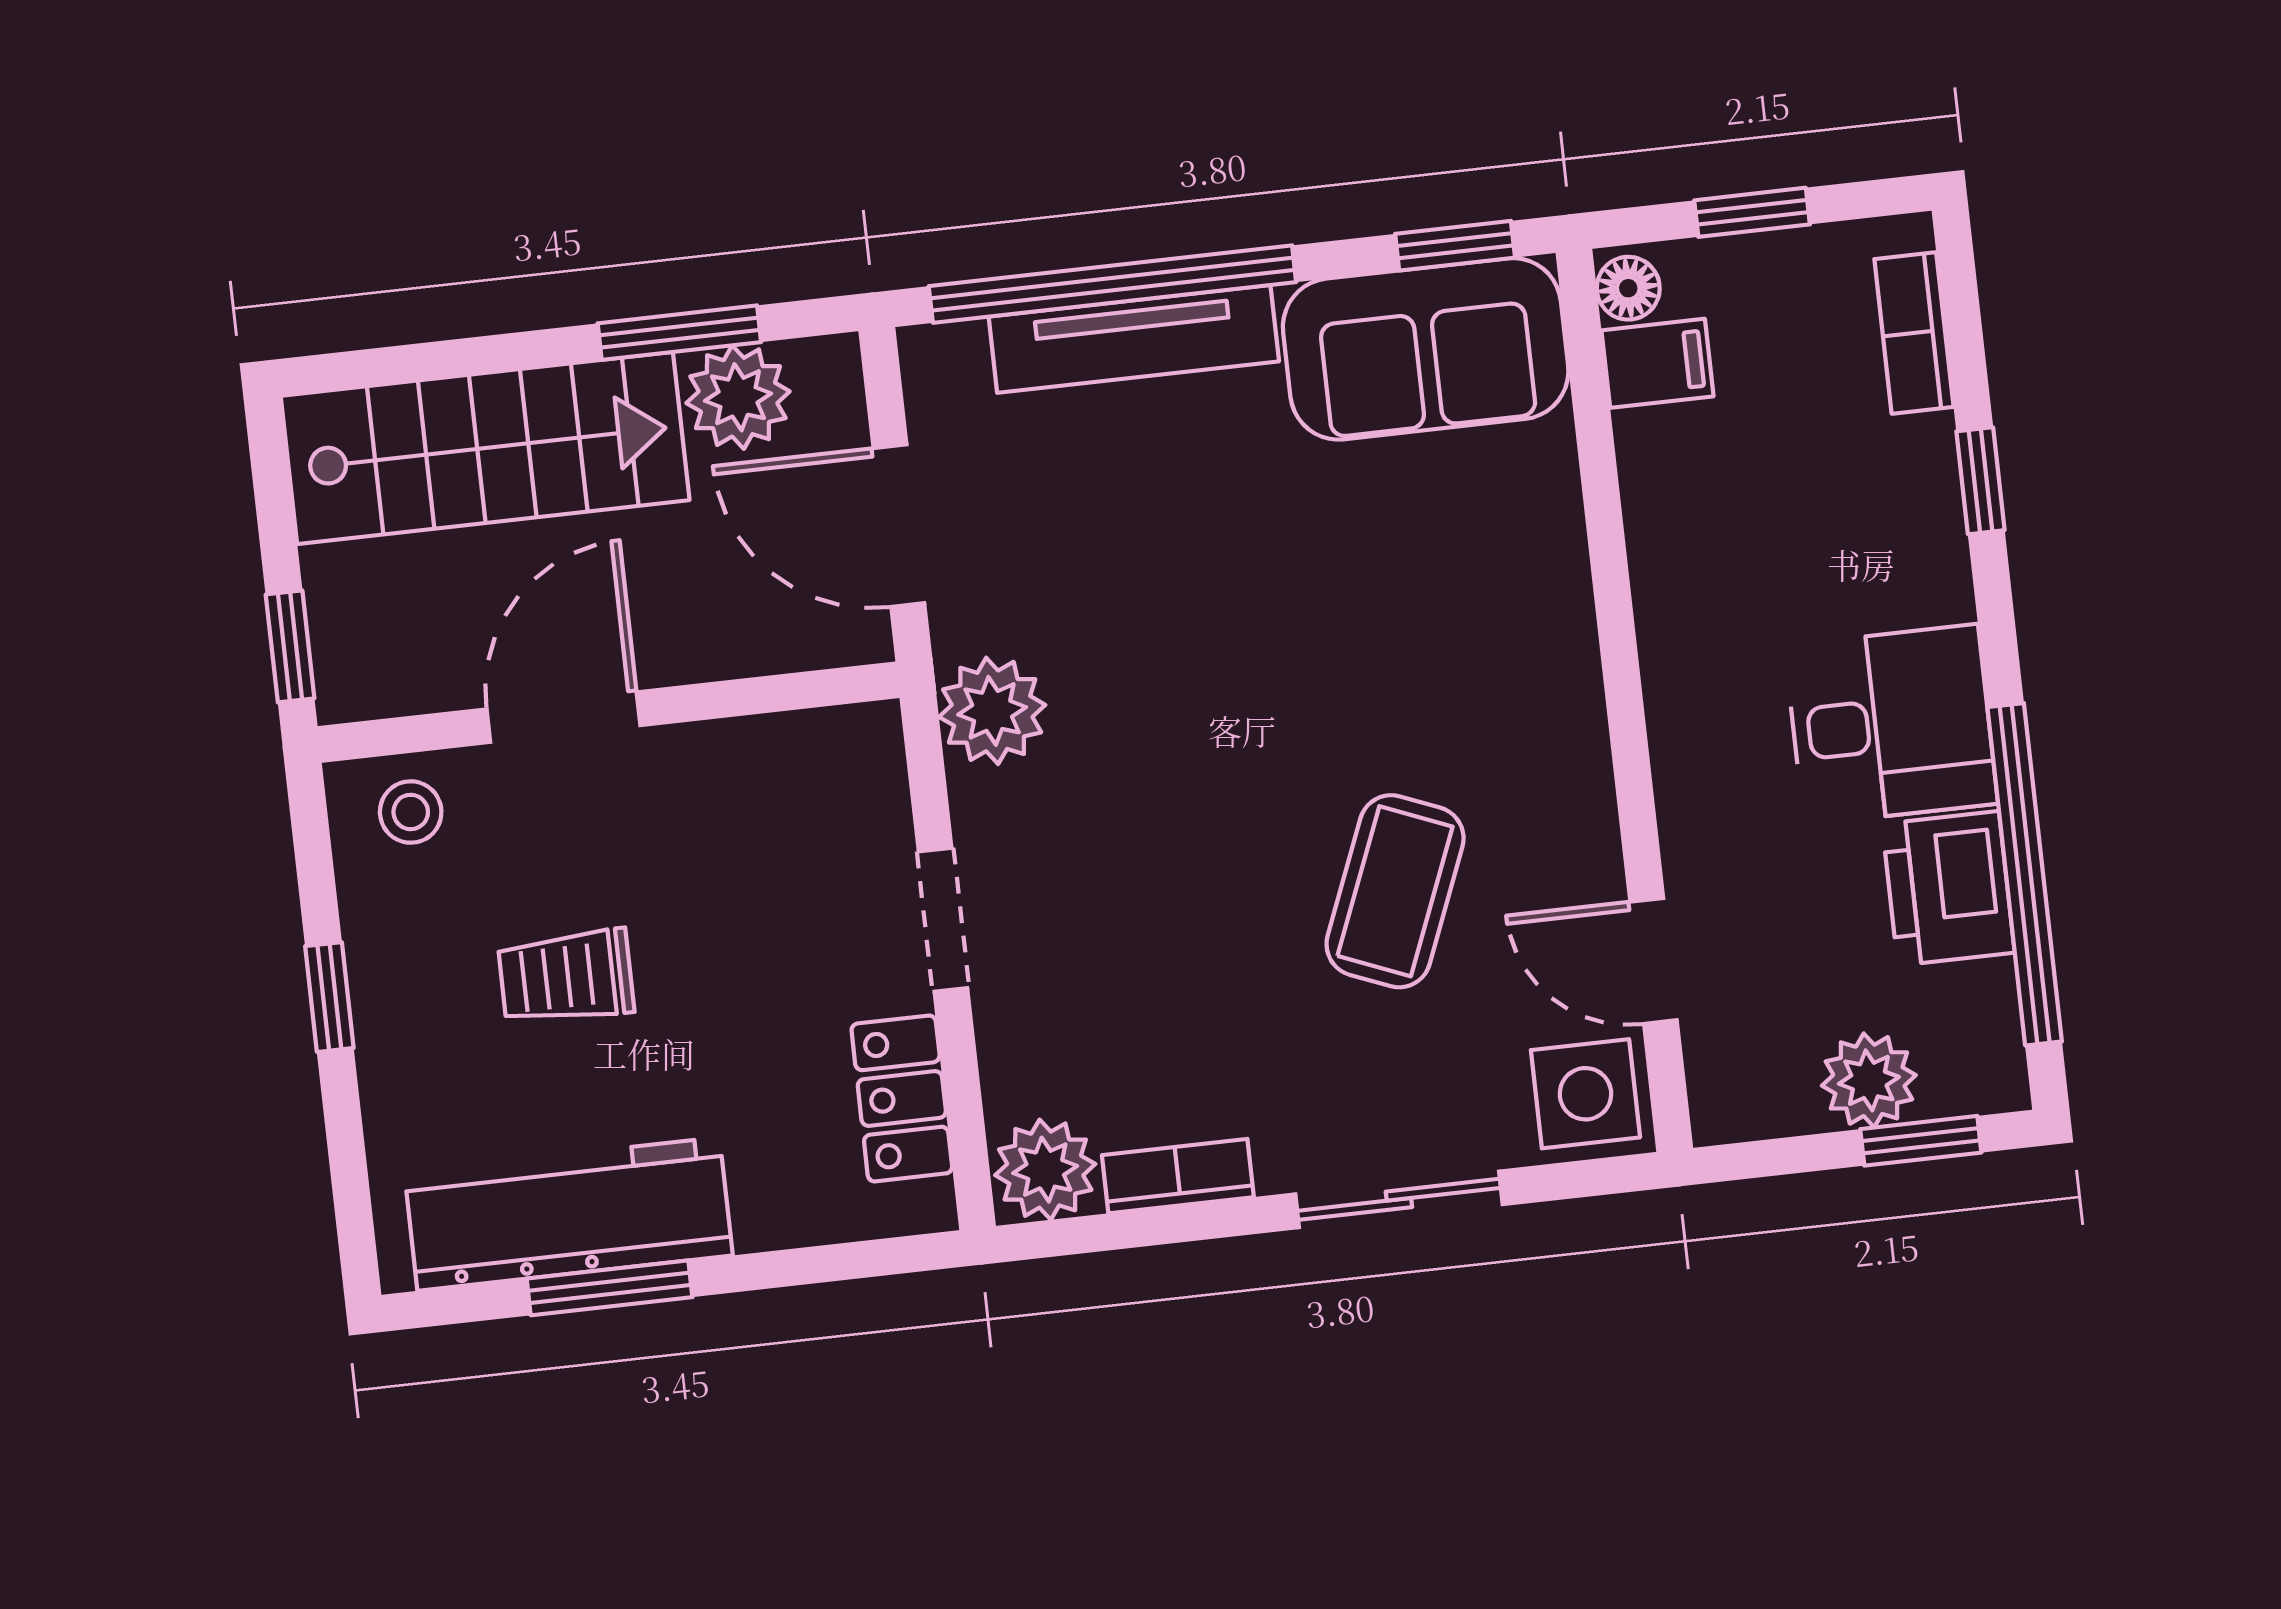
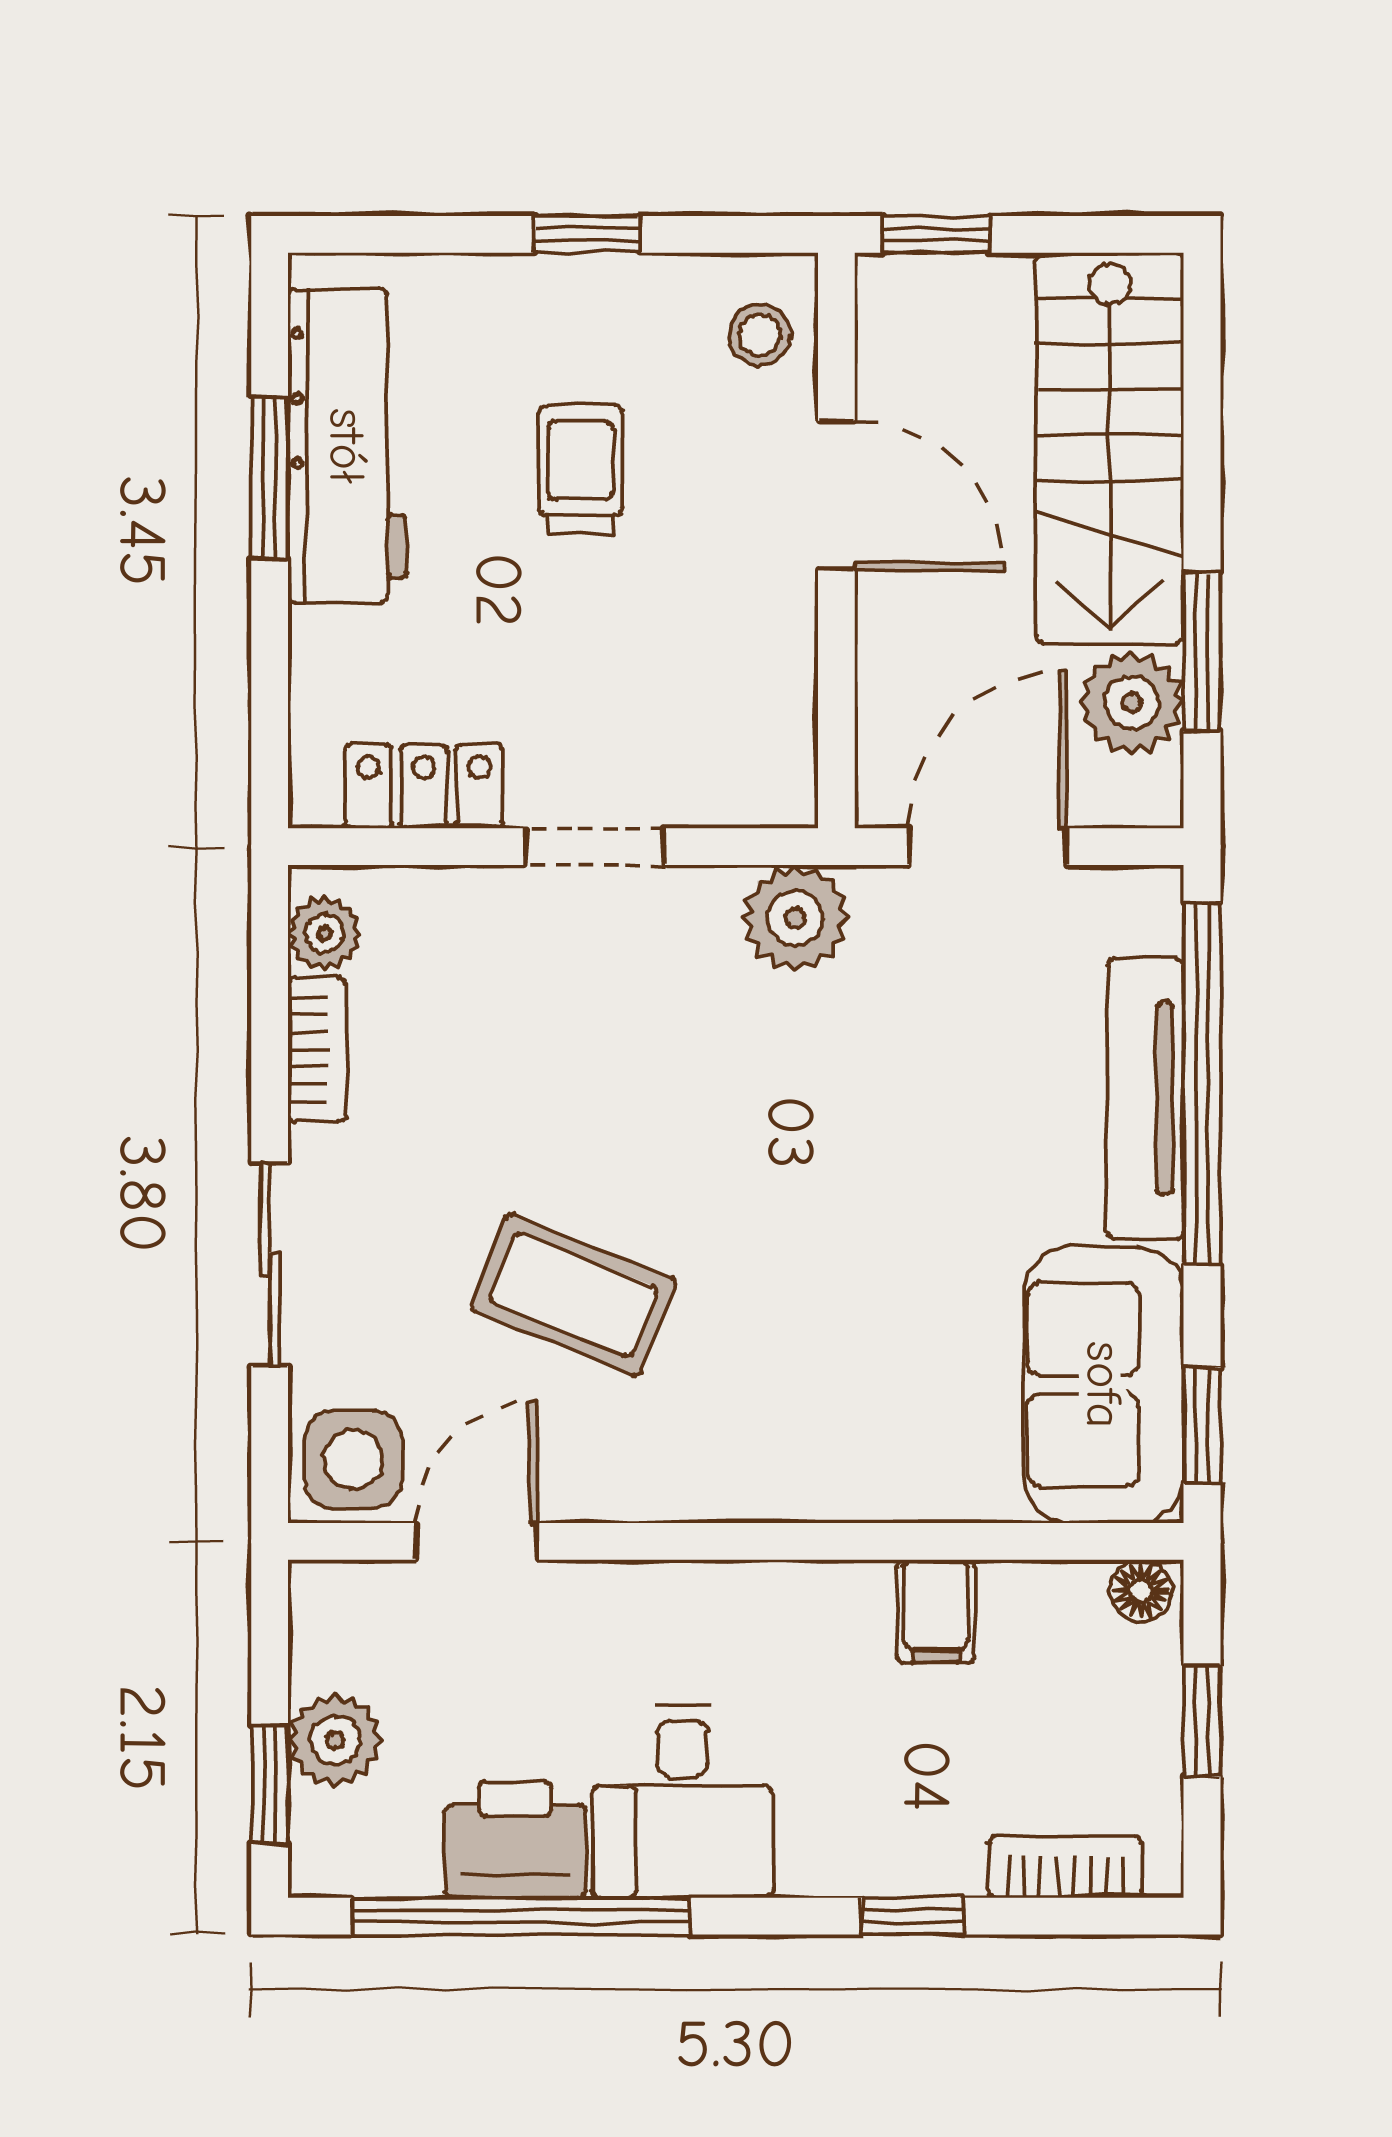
filing cabinet: (1657, 363) -> (936, 1611), moved
plant: (1045, 1170) -> (324, 933), width x0.73, depth x0.73

